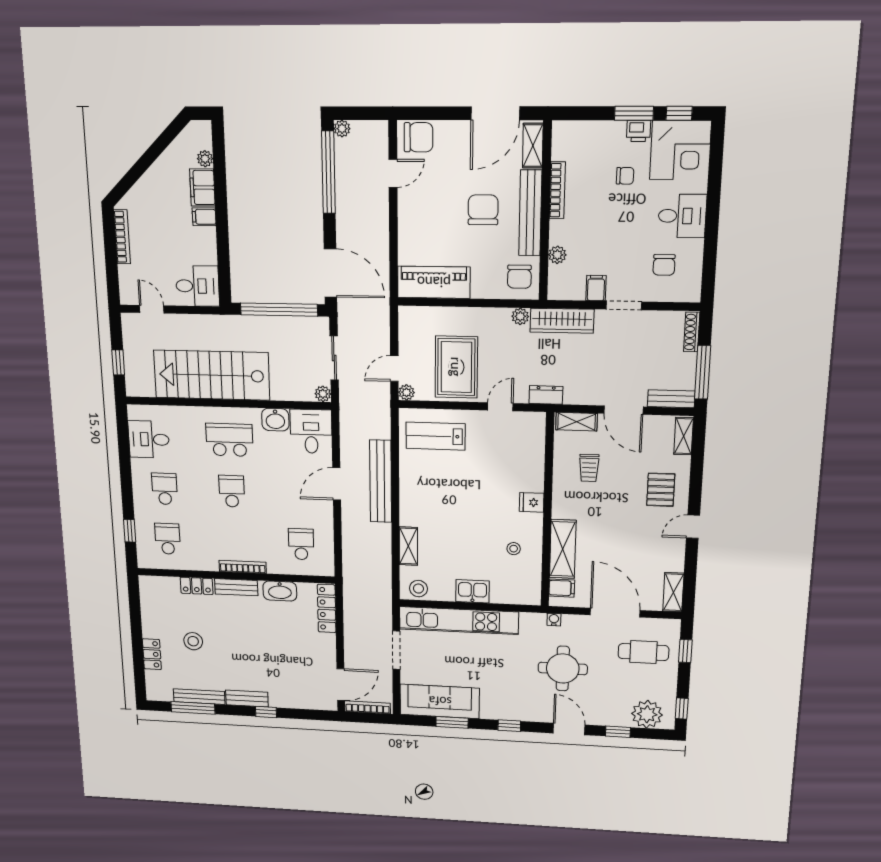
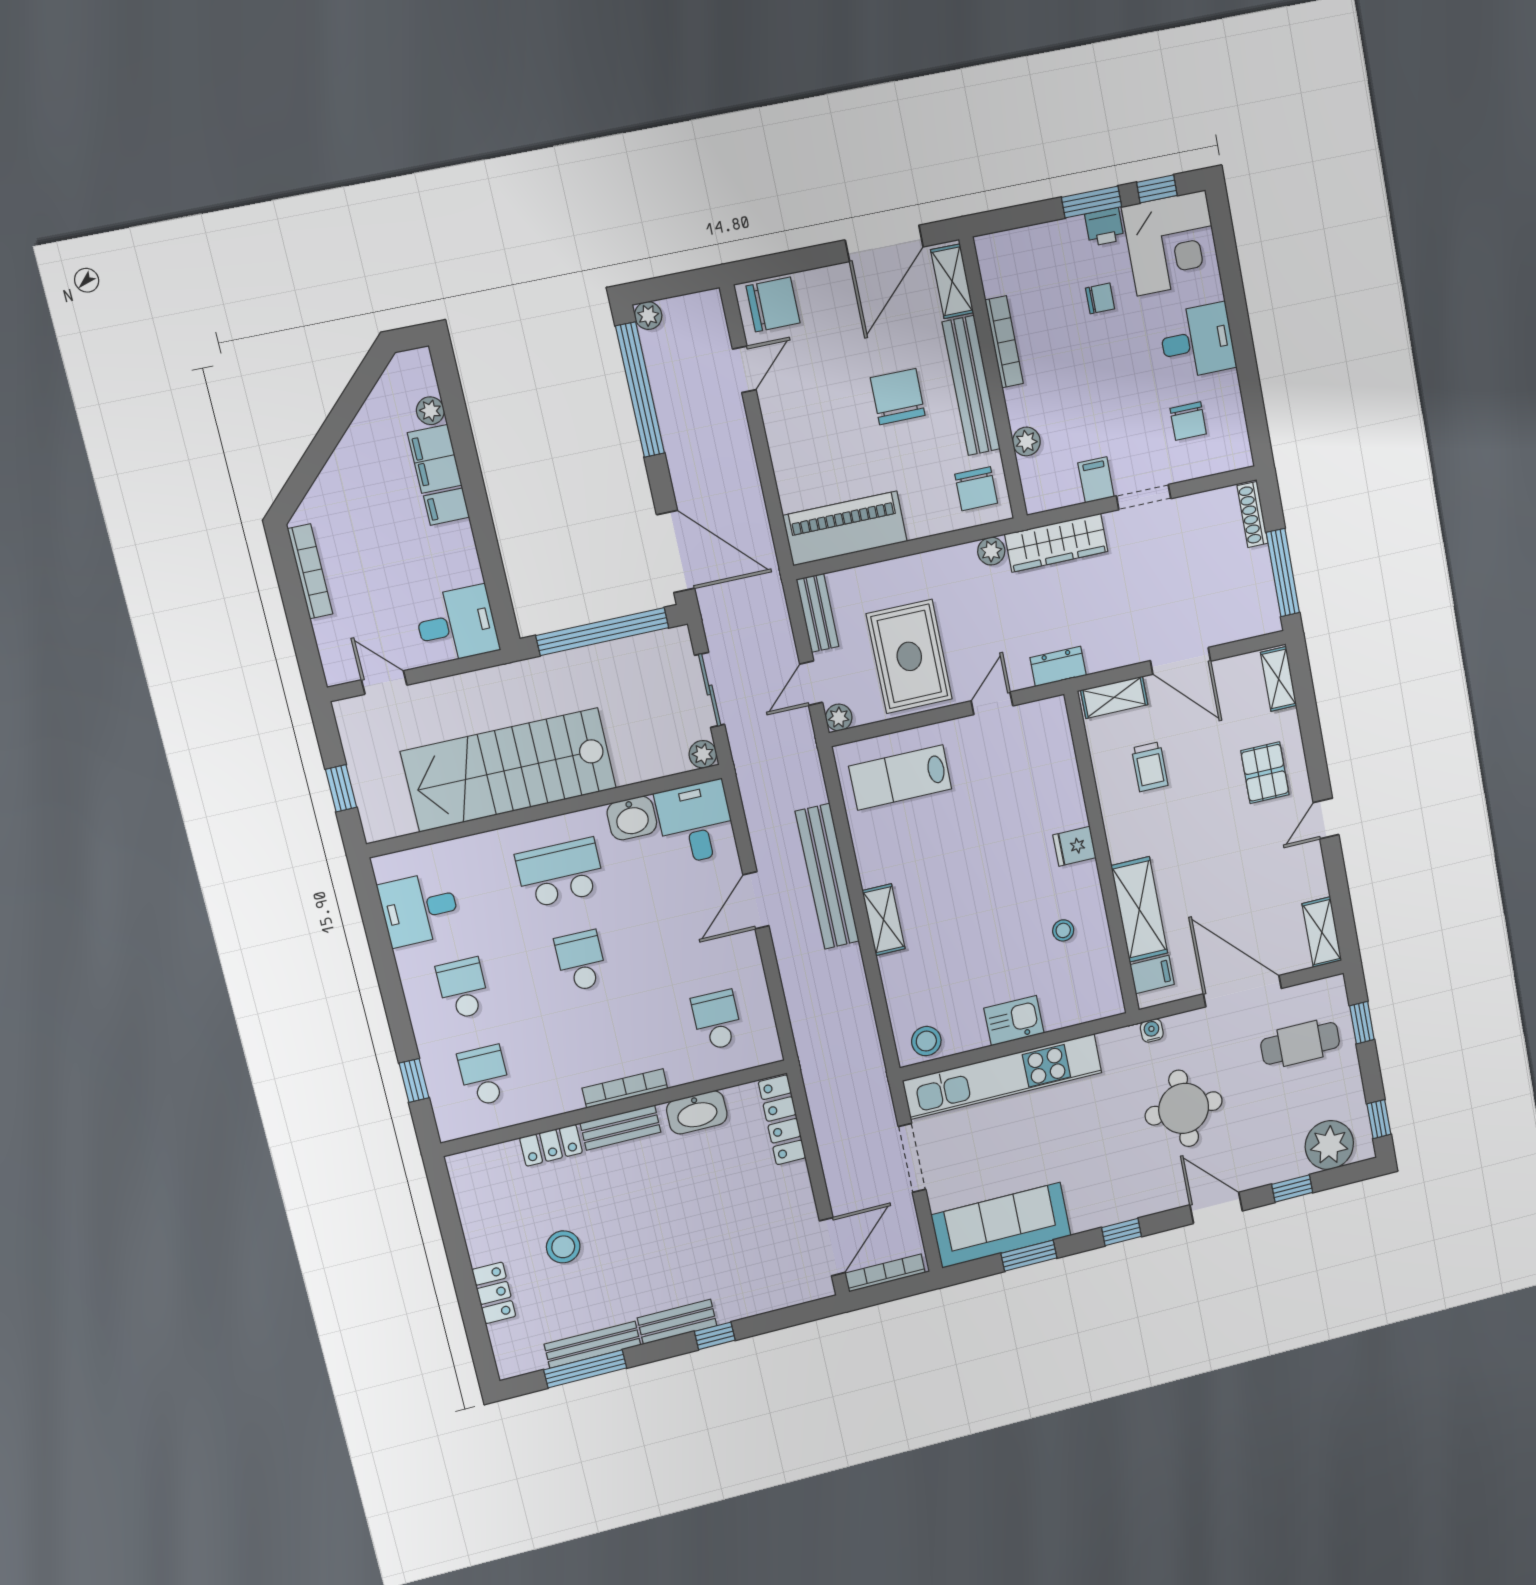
bench: (671, 399) -> (817, 613), moved, turned 90
shelving: (408, 546) -> (884, 920), moved

